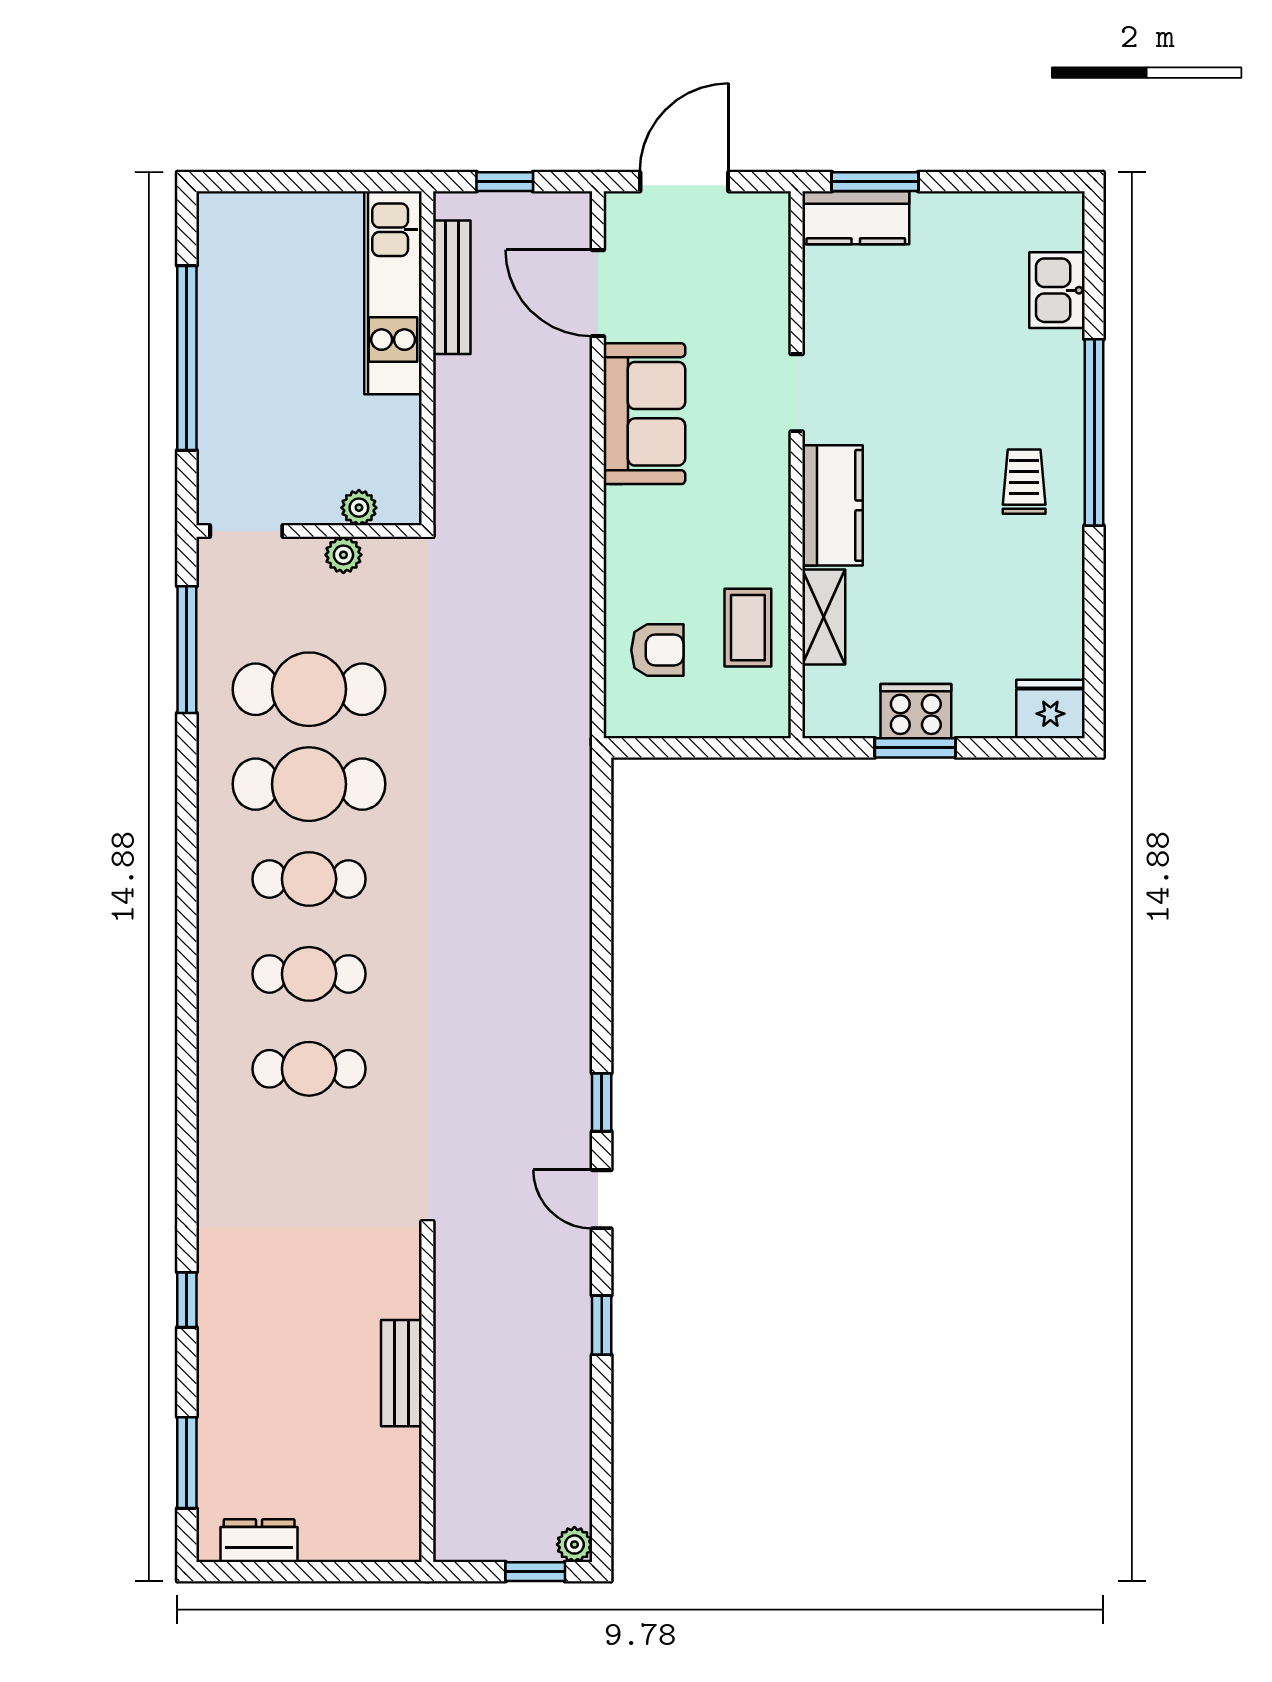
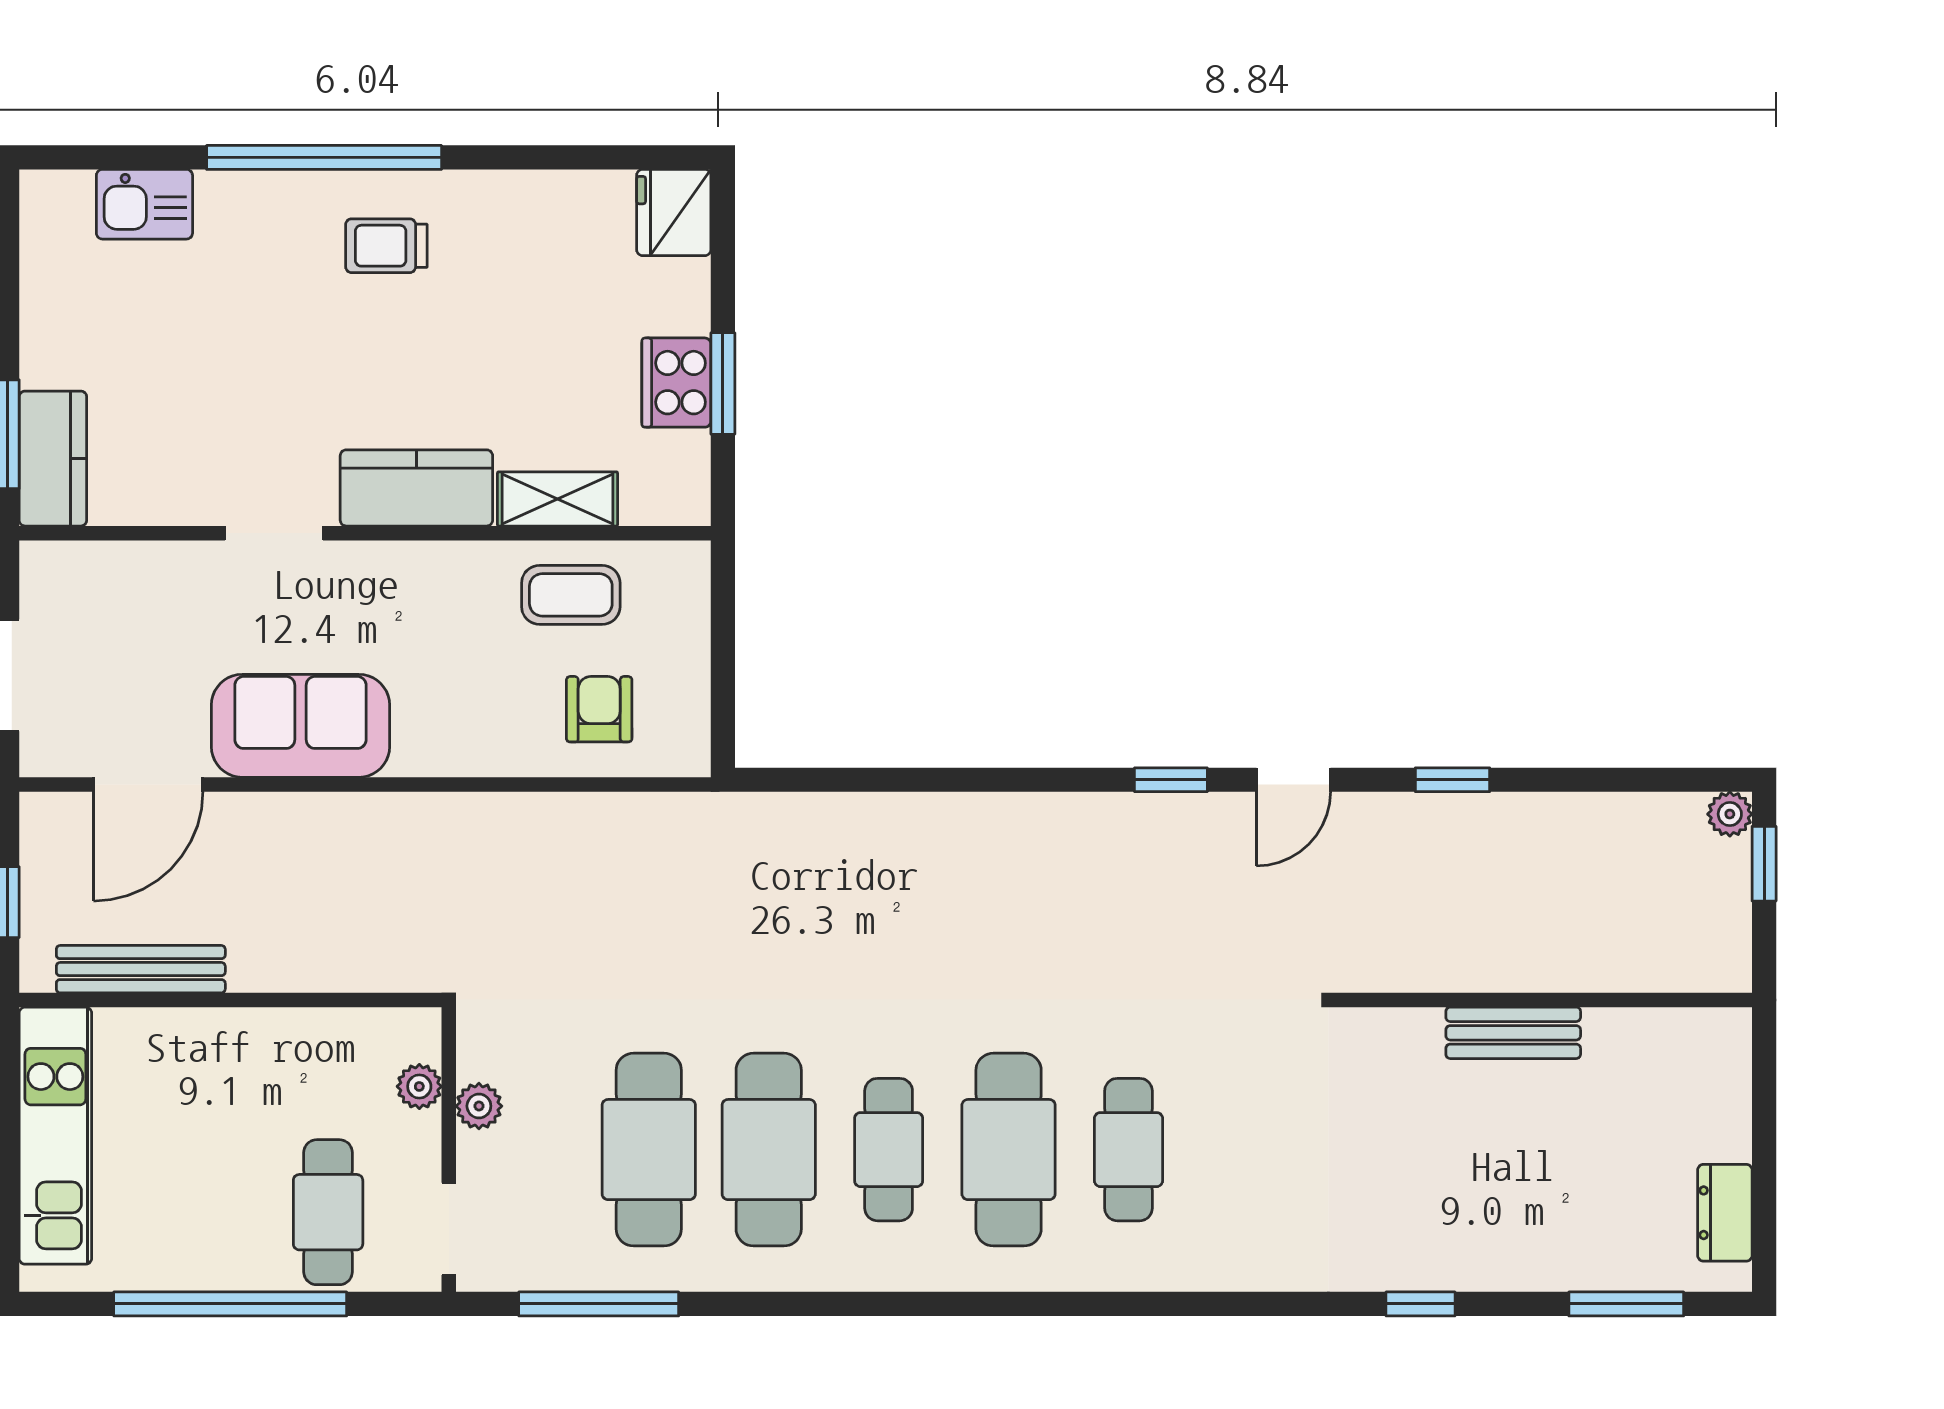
kitchen unit: (393, 293) -> (55, 1136), moved, turned -90
cafe table: (259, 435) -> (328, 1212), added
cafe table: (309, 974) -> (1009, 1150), width x1.37, depth x1.35

